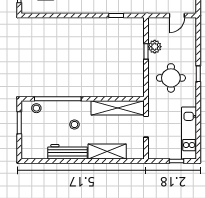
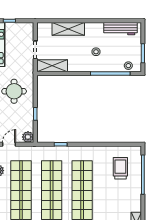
plant: (155, 47) -> (28, 137), moved
shelving: (118, 108) -> (52, 66), width x0.68
workbench: (67, 152) -> (121, 29), moved

